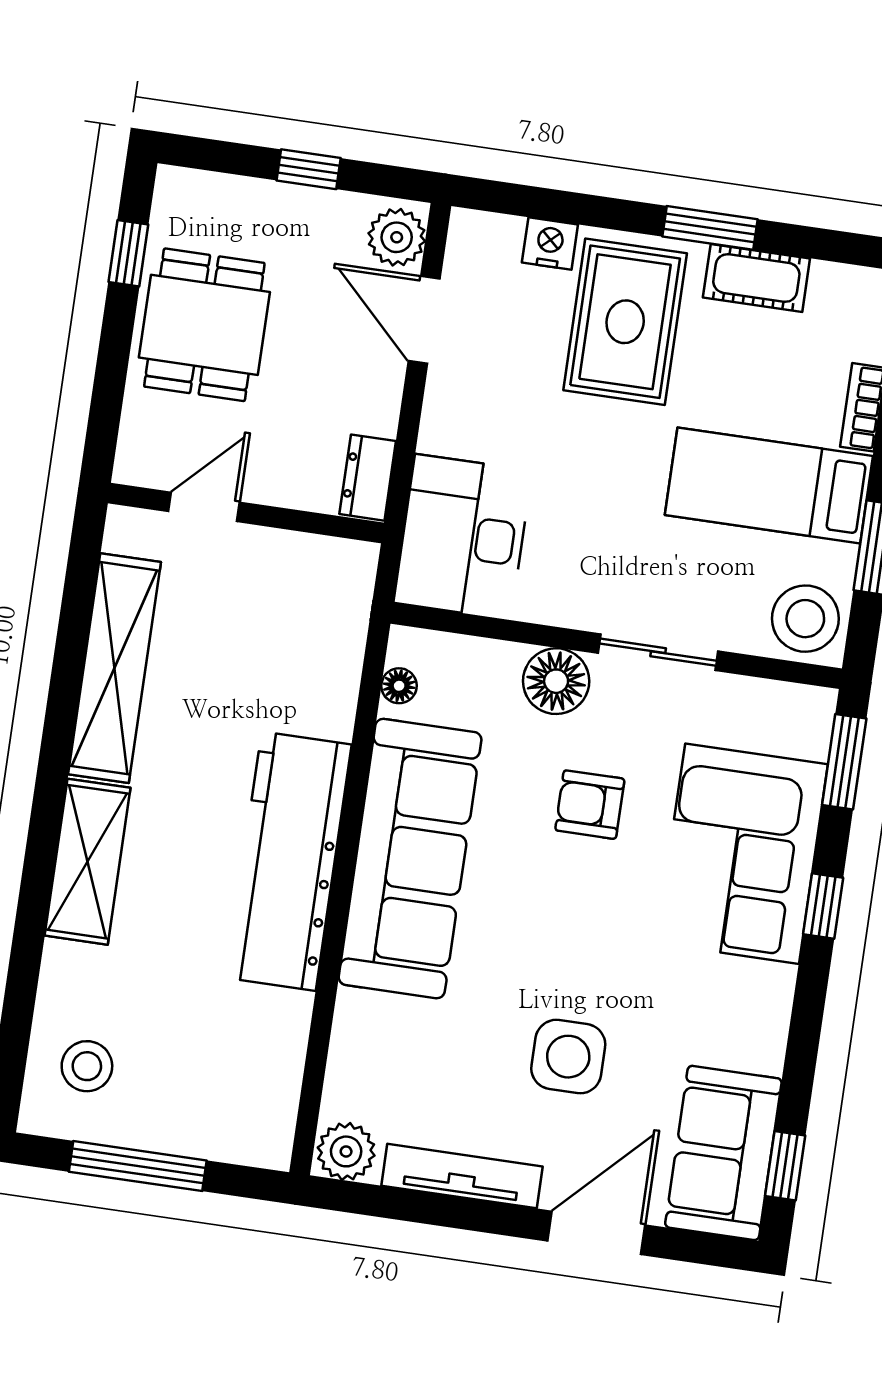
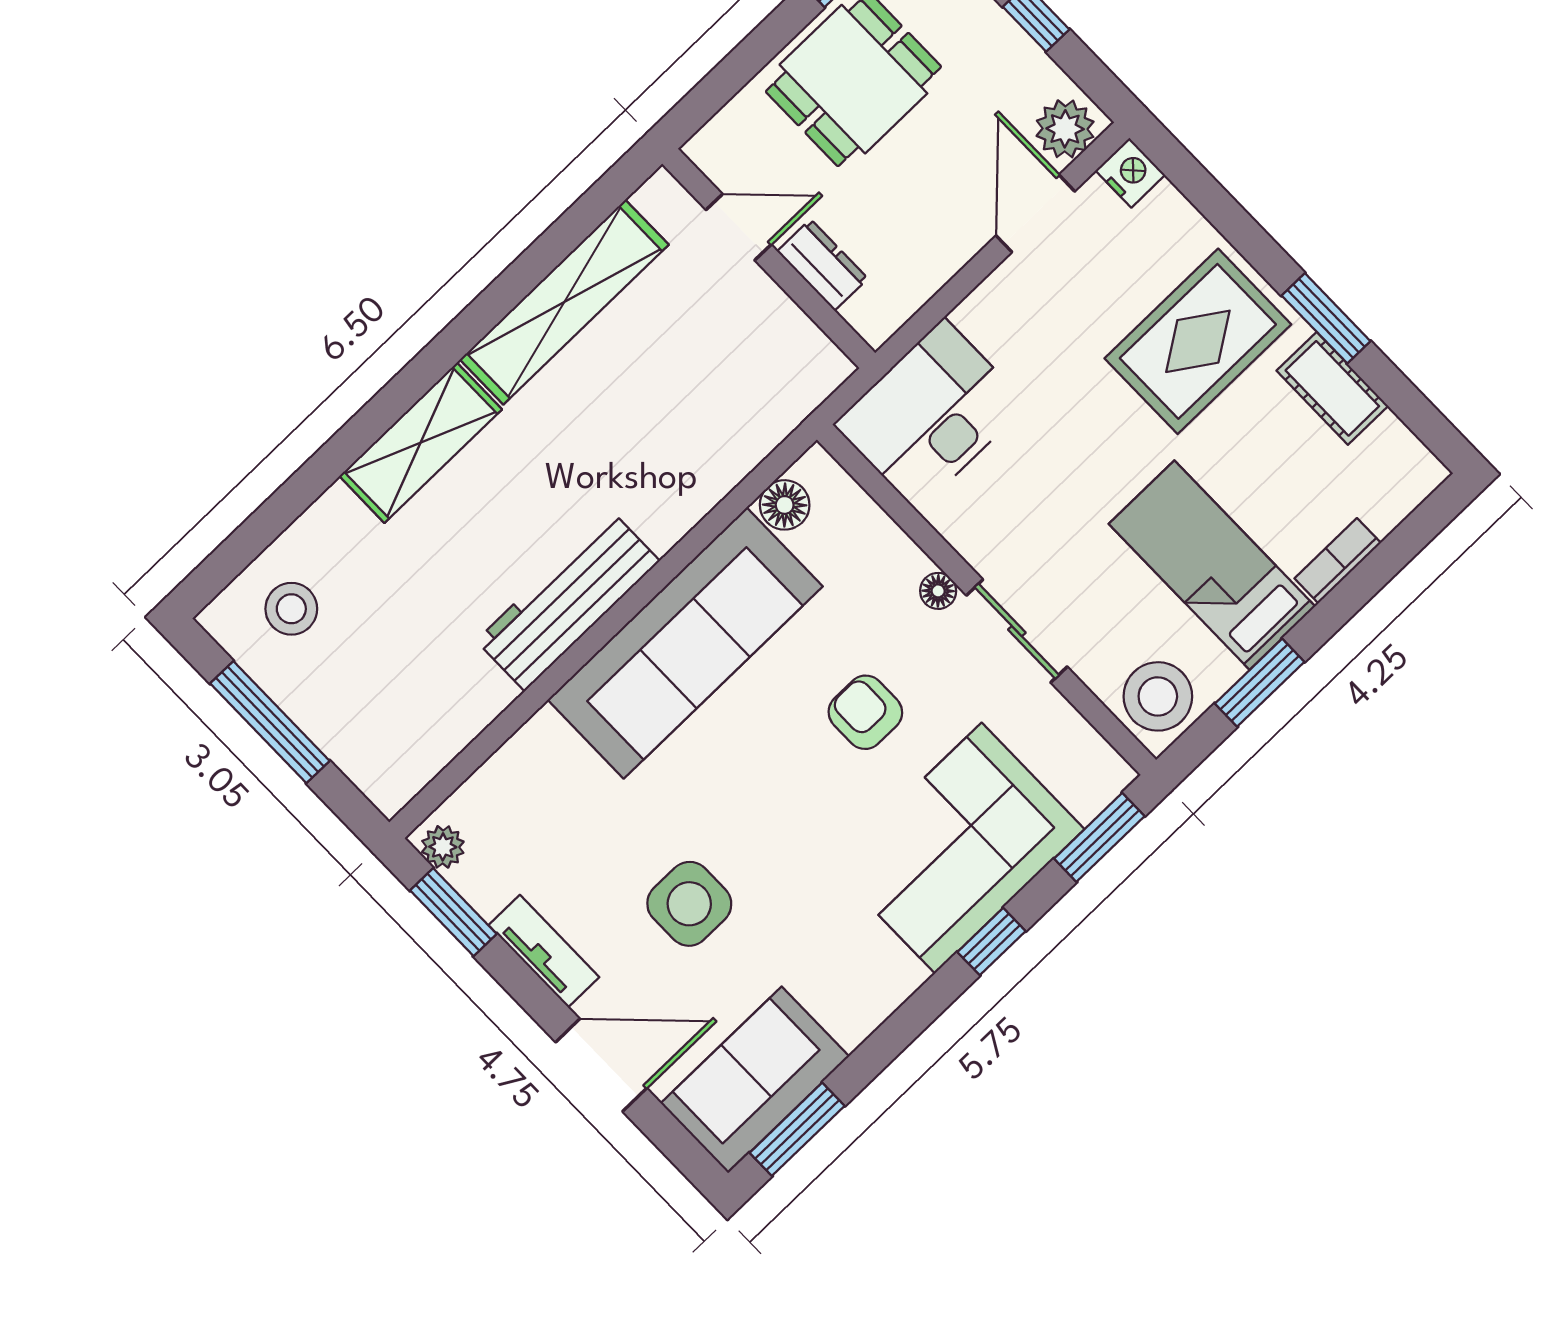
nightstand: (550, 244) -> (1130, 173), moved
dresser: (368, 478) -> (822, 265), moved, turned 90
floor lamp: (556, 681) -> (938, 591), width x0.53, depth x0.53
floor lamp: (399, 686) -> (785, 505), width x1.37, depth x1.37
workbench: (289, 861) -> (568, 601), width x0.73, depth x0.76
plant: (346, 1151) -> (443, 847), width x0.73, depth x0.73
window: (785, 1166) -> (797, 1129), width x1.50
tv unit: (462, 1176) -> (544, 951), width x0.71
window: (392, 1203) -> (453, 912), added

